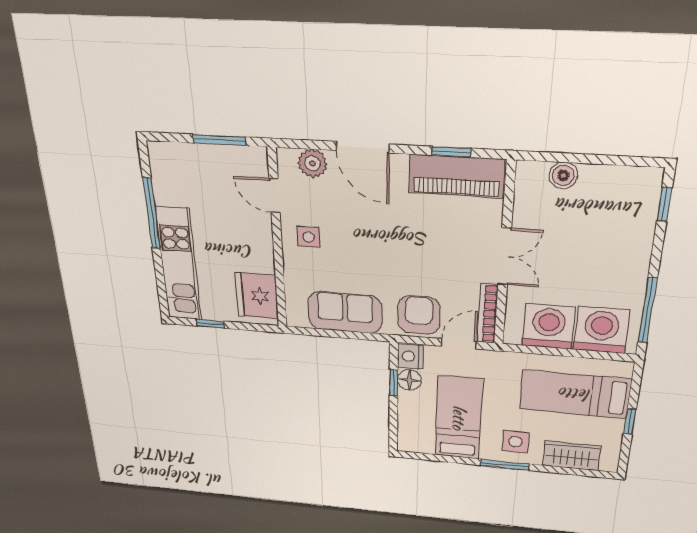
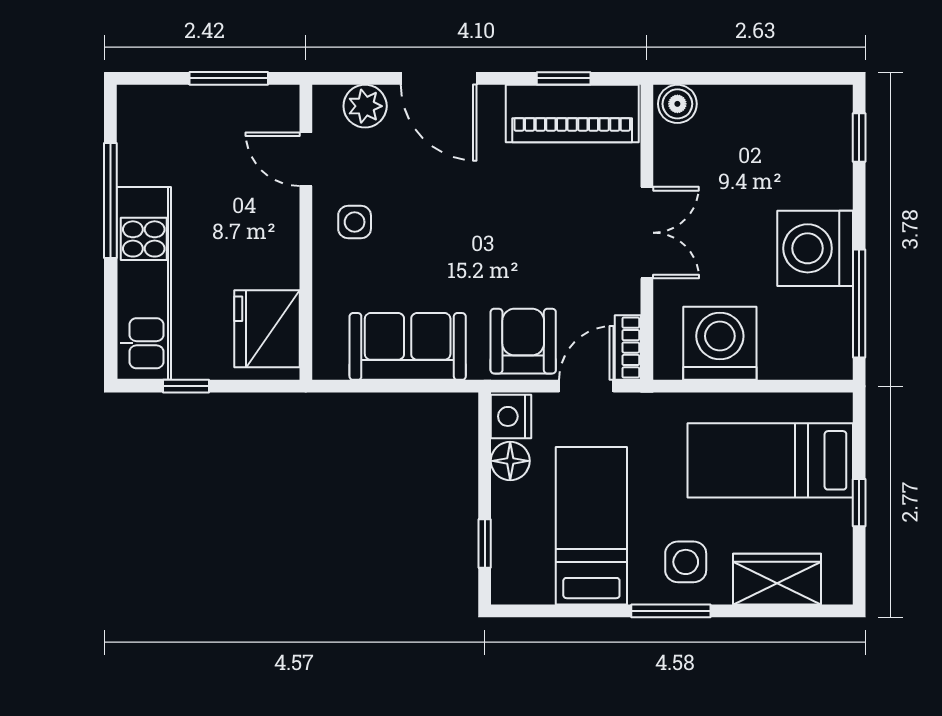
boiler: (563, 175) -> (677, 104), moved
bookcase: (488, 314) -> (628, 348), width x0.64
washing machine: (601, 330) -> (815, 248), moved, turned -90
window: (394, 383) -> (485, 544), moved

